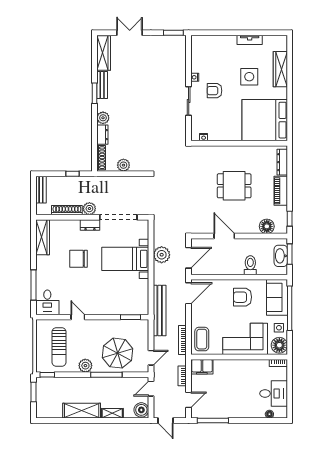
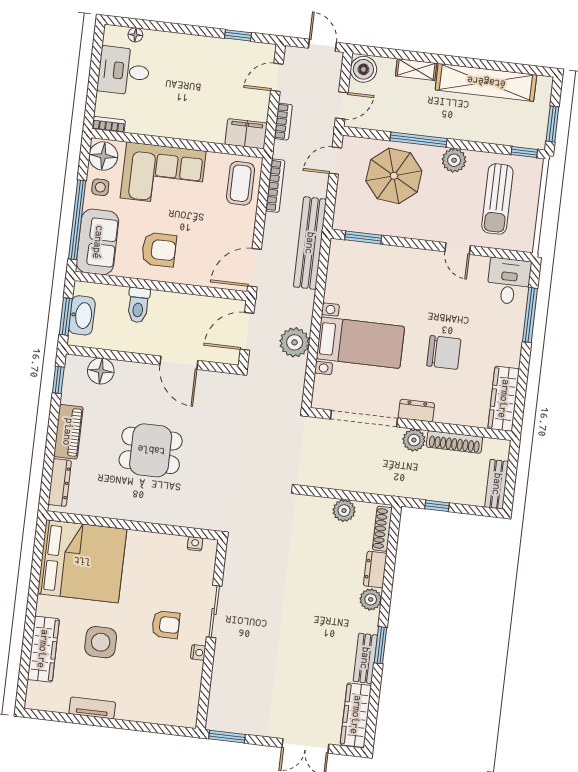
sun lounger: (59, 347) -> (497, 199), turned 180
shelving: (82, 411) -> (486, 82), width x1.47
window: (213, 421) -> (238, 35), width x0.46

